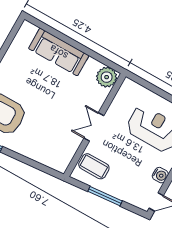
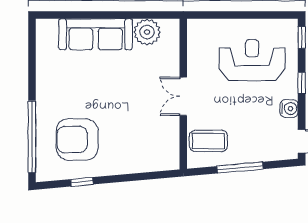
plant: (107, 77) -> (147, 32), moved

